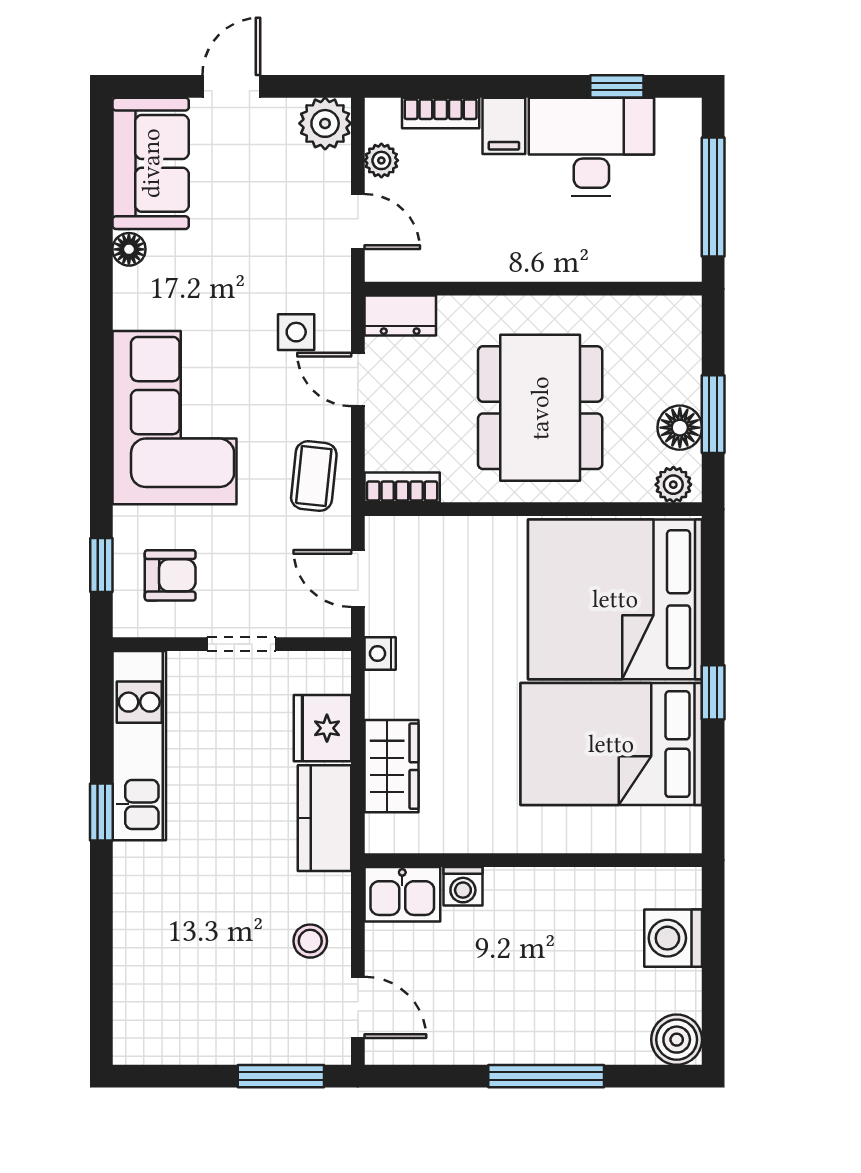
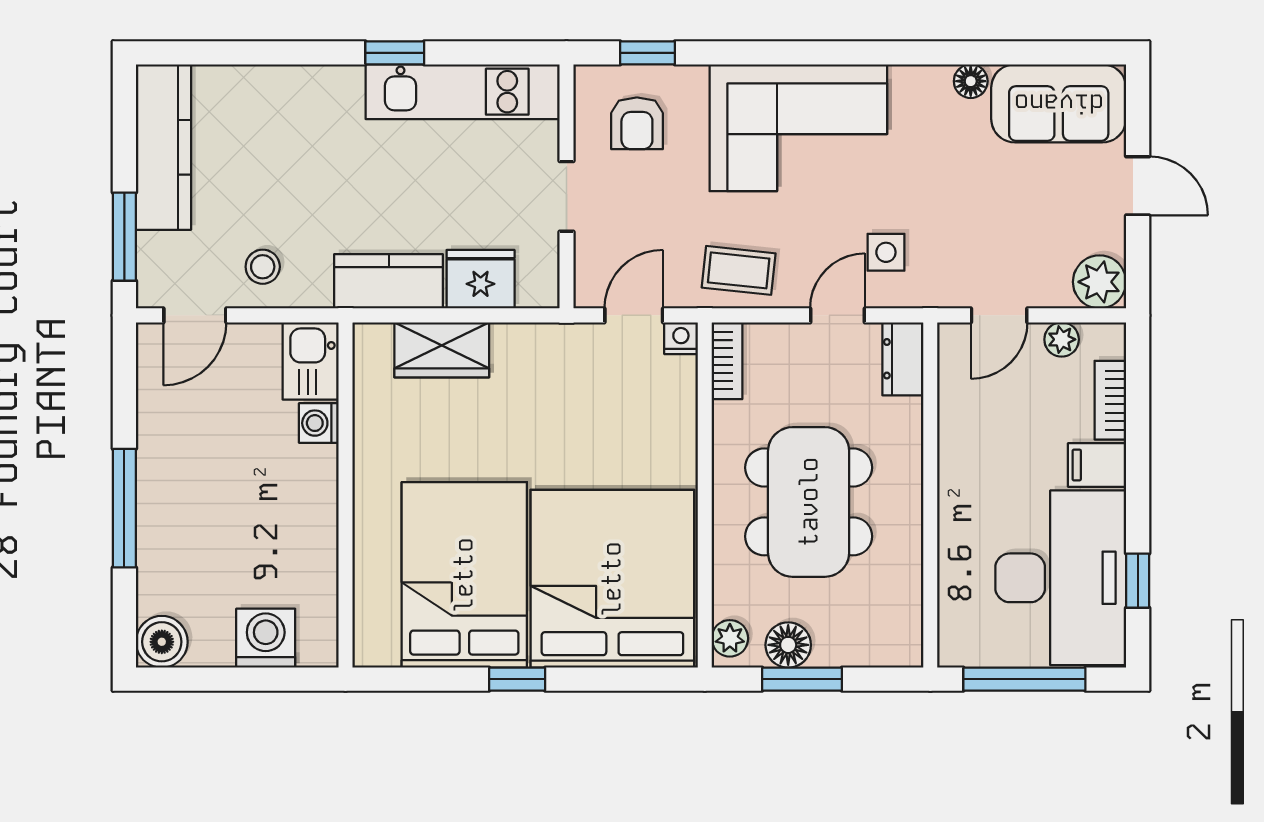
desk: (591, 147) -> (1061, 578), width x1.36, depth x1.30
dining table: (540, 408) -> (809, 502), turned 90
nightstand: (380, 653) -> (681, 338), moved
kitchen counter: (193, 1038) -> (163, 147), added

